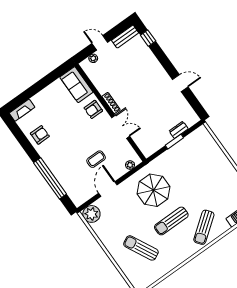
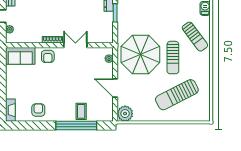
coffee table: (96, 159) -> (81, 111), moved
parasol: (154, 190) -> (140, 54), width x1.36, depth x1.36
sun lounger: (141, 248) -> (177, 95), width x1.36, depth x1.34

